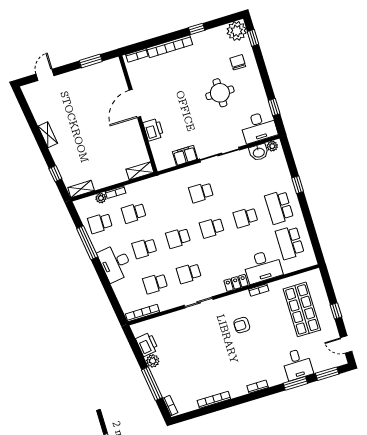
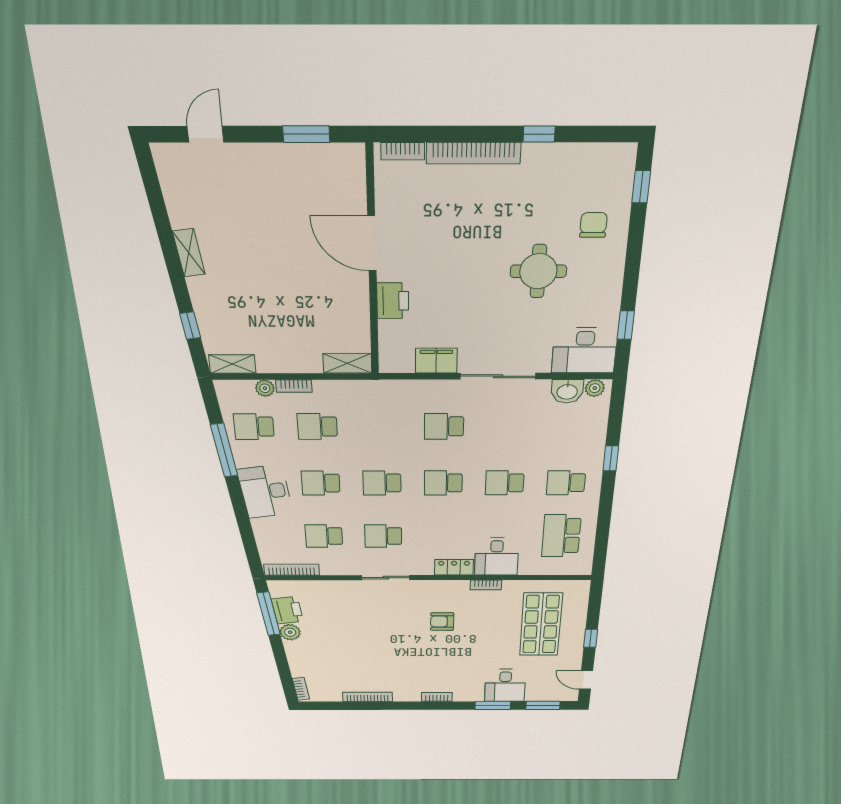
plant: (237, 31) -> (615, 163), removed
door: (135, 103) -> (372, 244), hinge flipped
school desk: (279, 207) -> (566, 483), width x0.54
desk: (263, 266) -> (497, 556), width x0.73
window: (152, 384) -> (269, 614), moved

